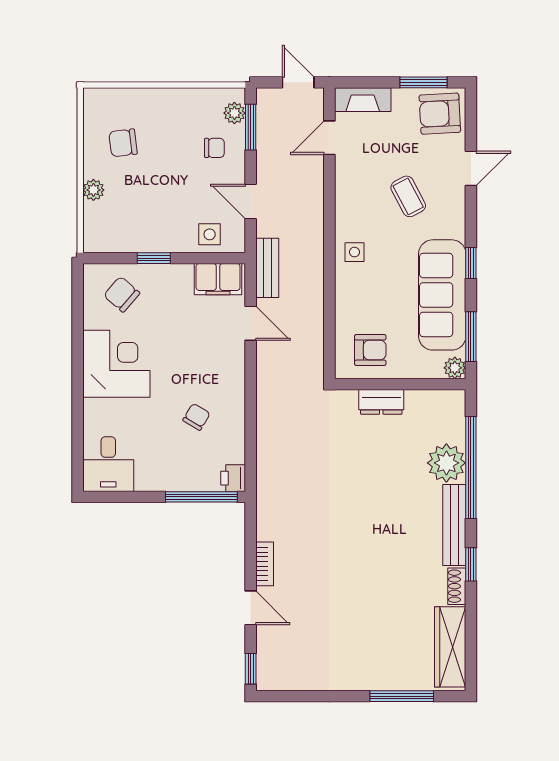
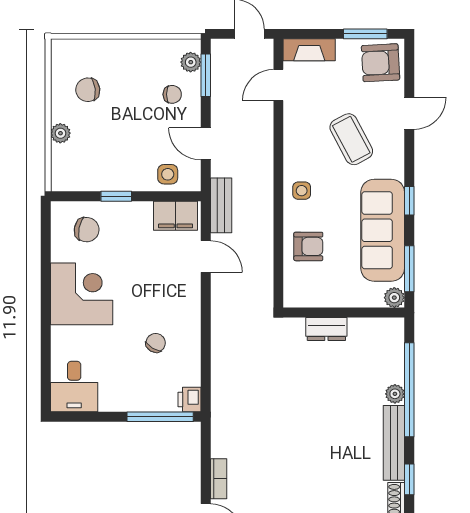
coffee table: (408, 196) -> (351, 139), width x1.36, depth x1.30
chair: (122, 294) -> (87, 230), turned 150
armchair: (370, 350) -> (308, 246), moved
plant: (446, 463) -> (395, 394), width x0.53, depth x0.53

